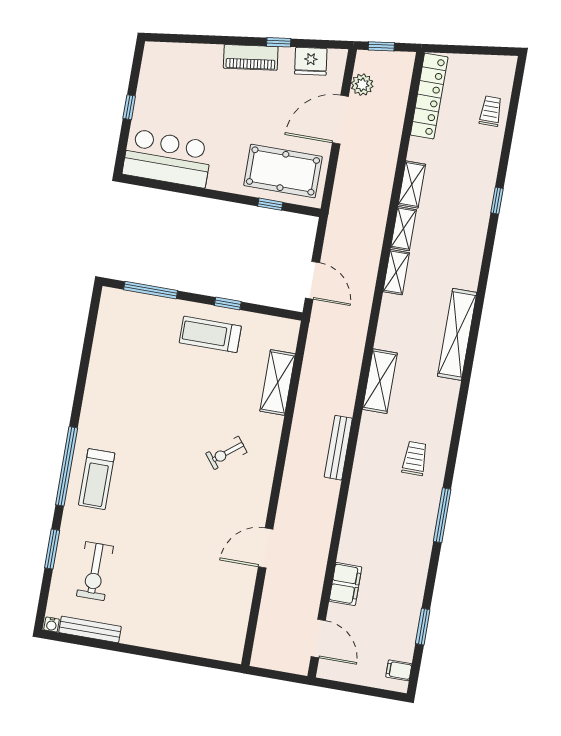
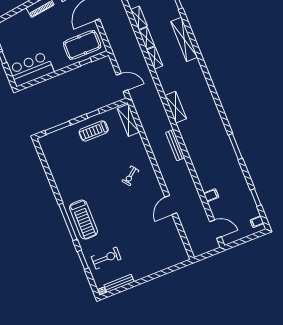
shelving: (457, 334) -> (184, 39), moved
shelving: (278, 382) -> (128, 120), moved
trolley: (415, 459) -> (210, 130), removed
treadmill: (97, 479) -> (84, 220), width x1.37, depth x1.38
exercise bike: (95, 571) -> (106, 258), turned -90
filing cabinet: (345, 584) -> (211, 195), width x0.50

